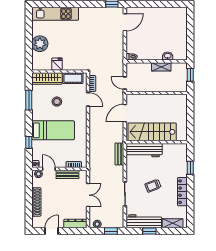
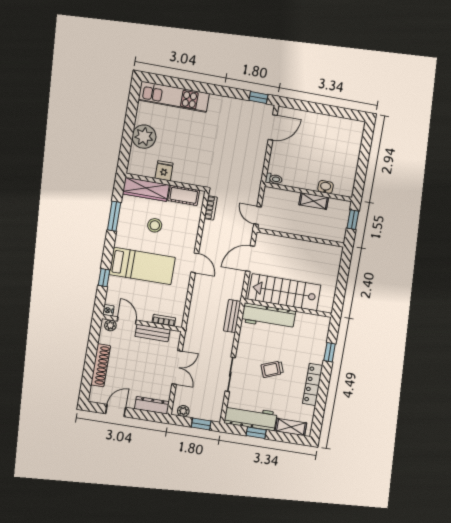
door: (88, 99) -> (195, 263), moved

